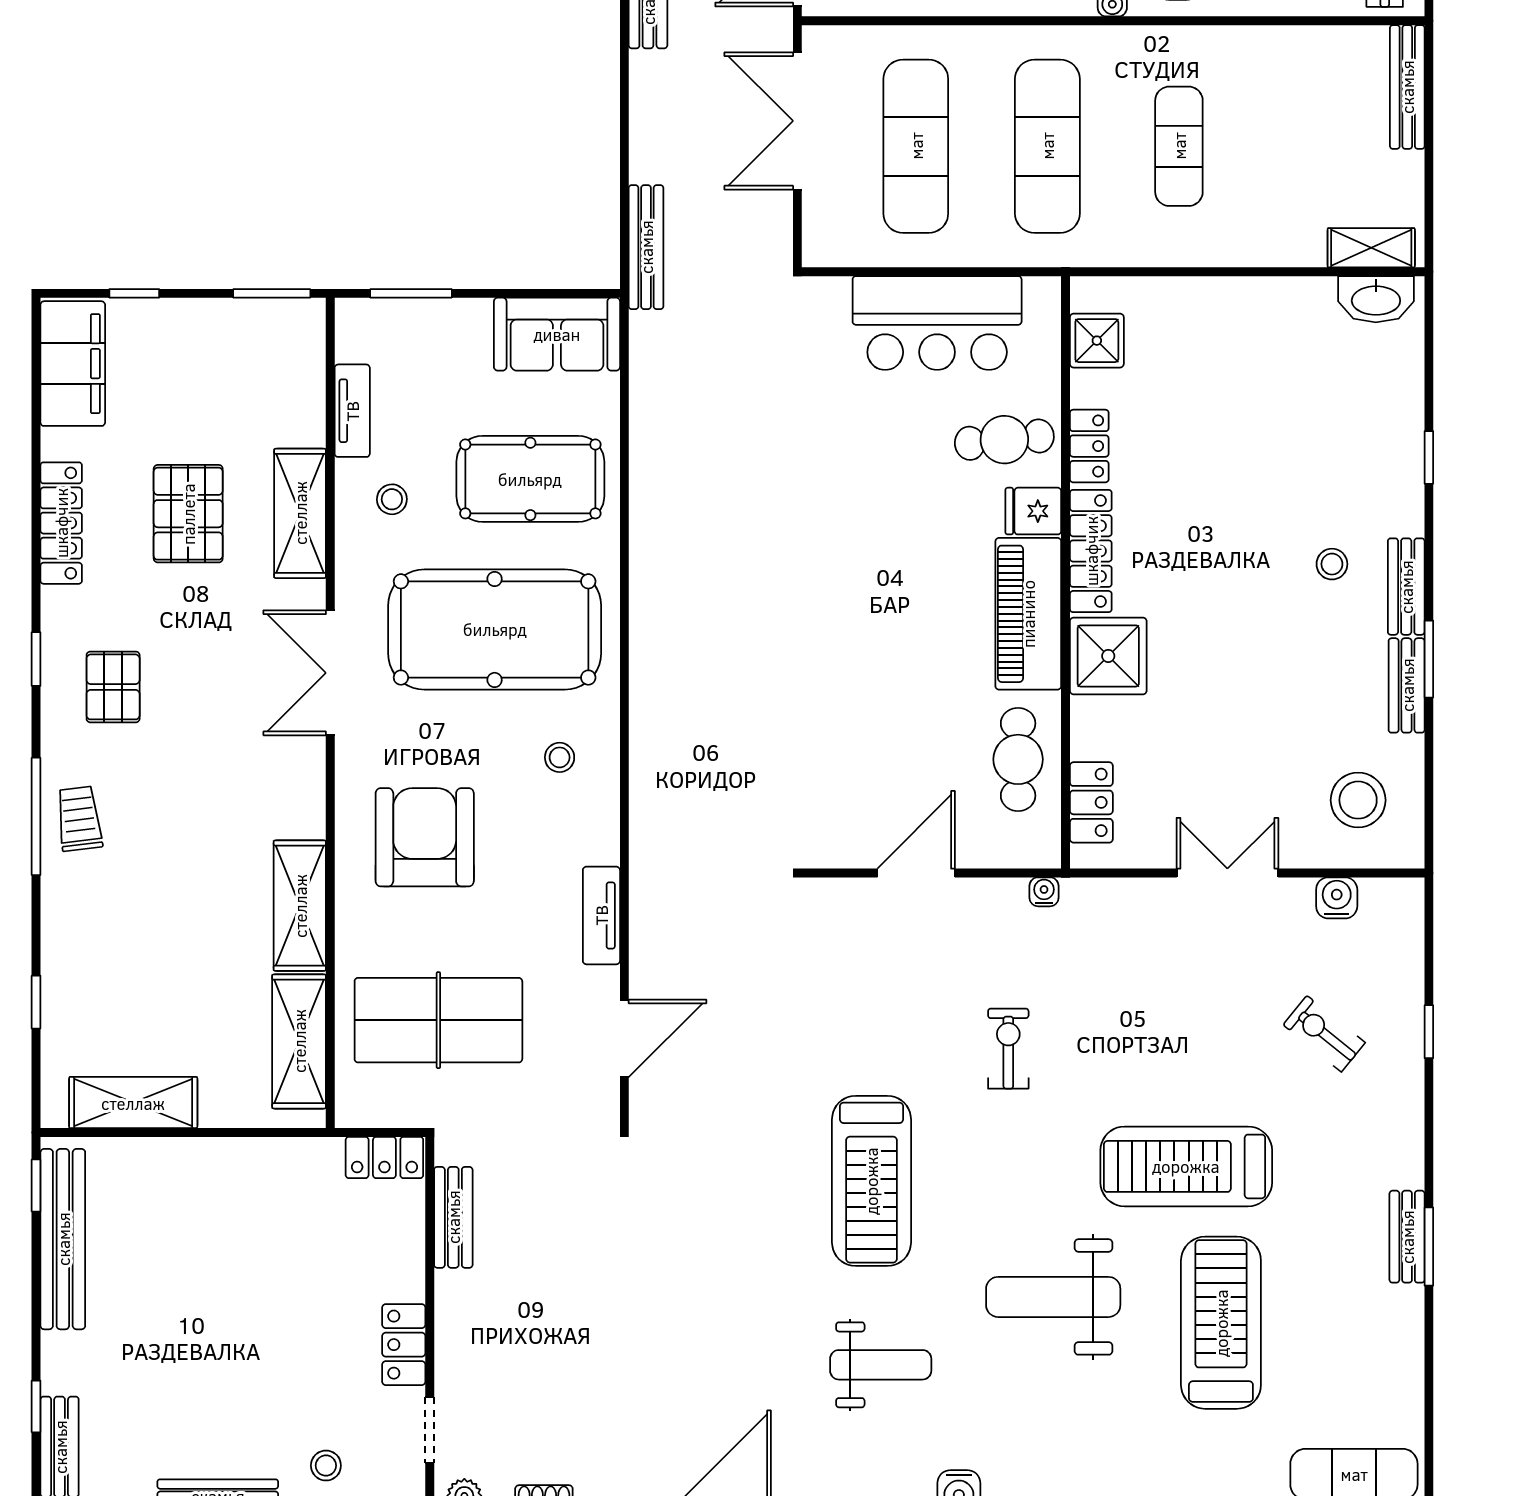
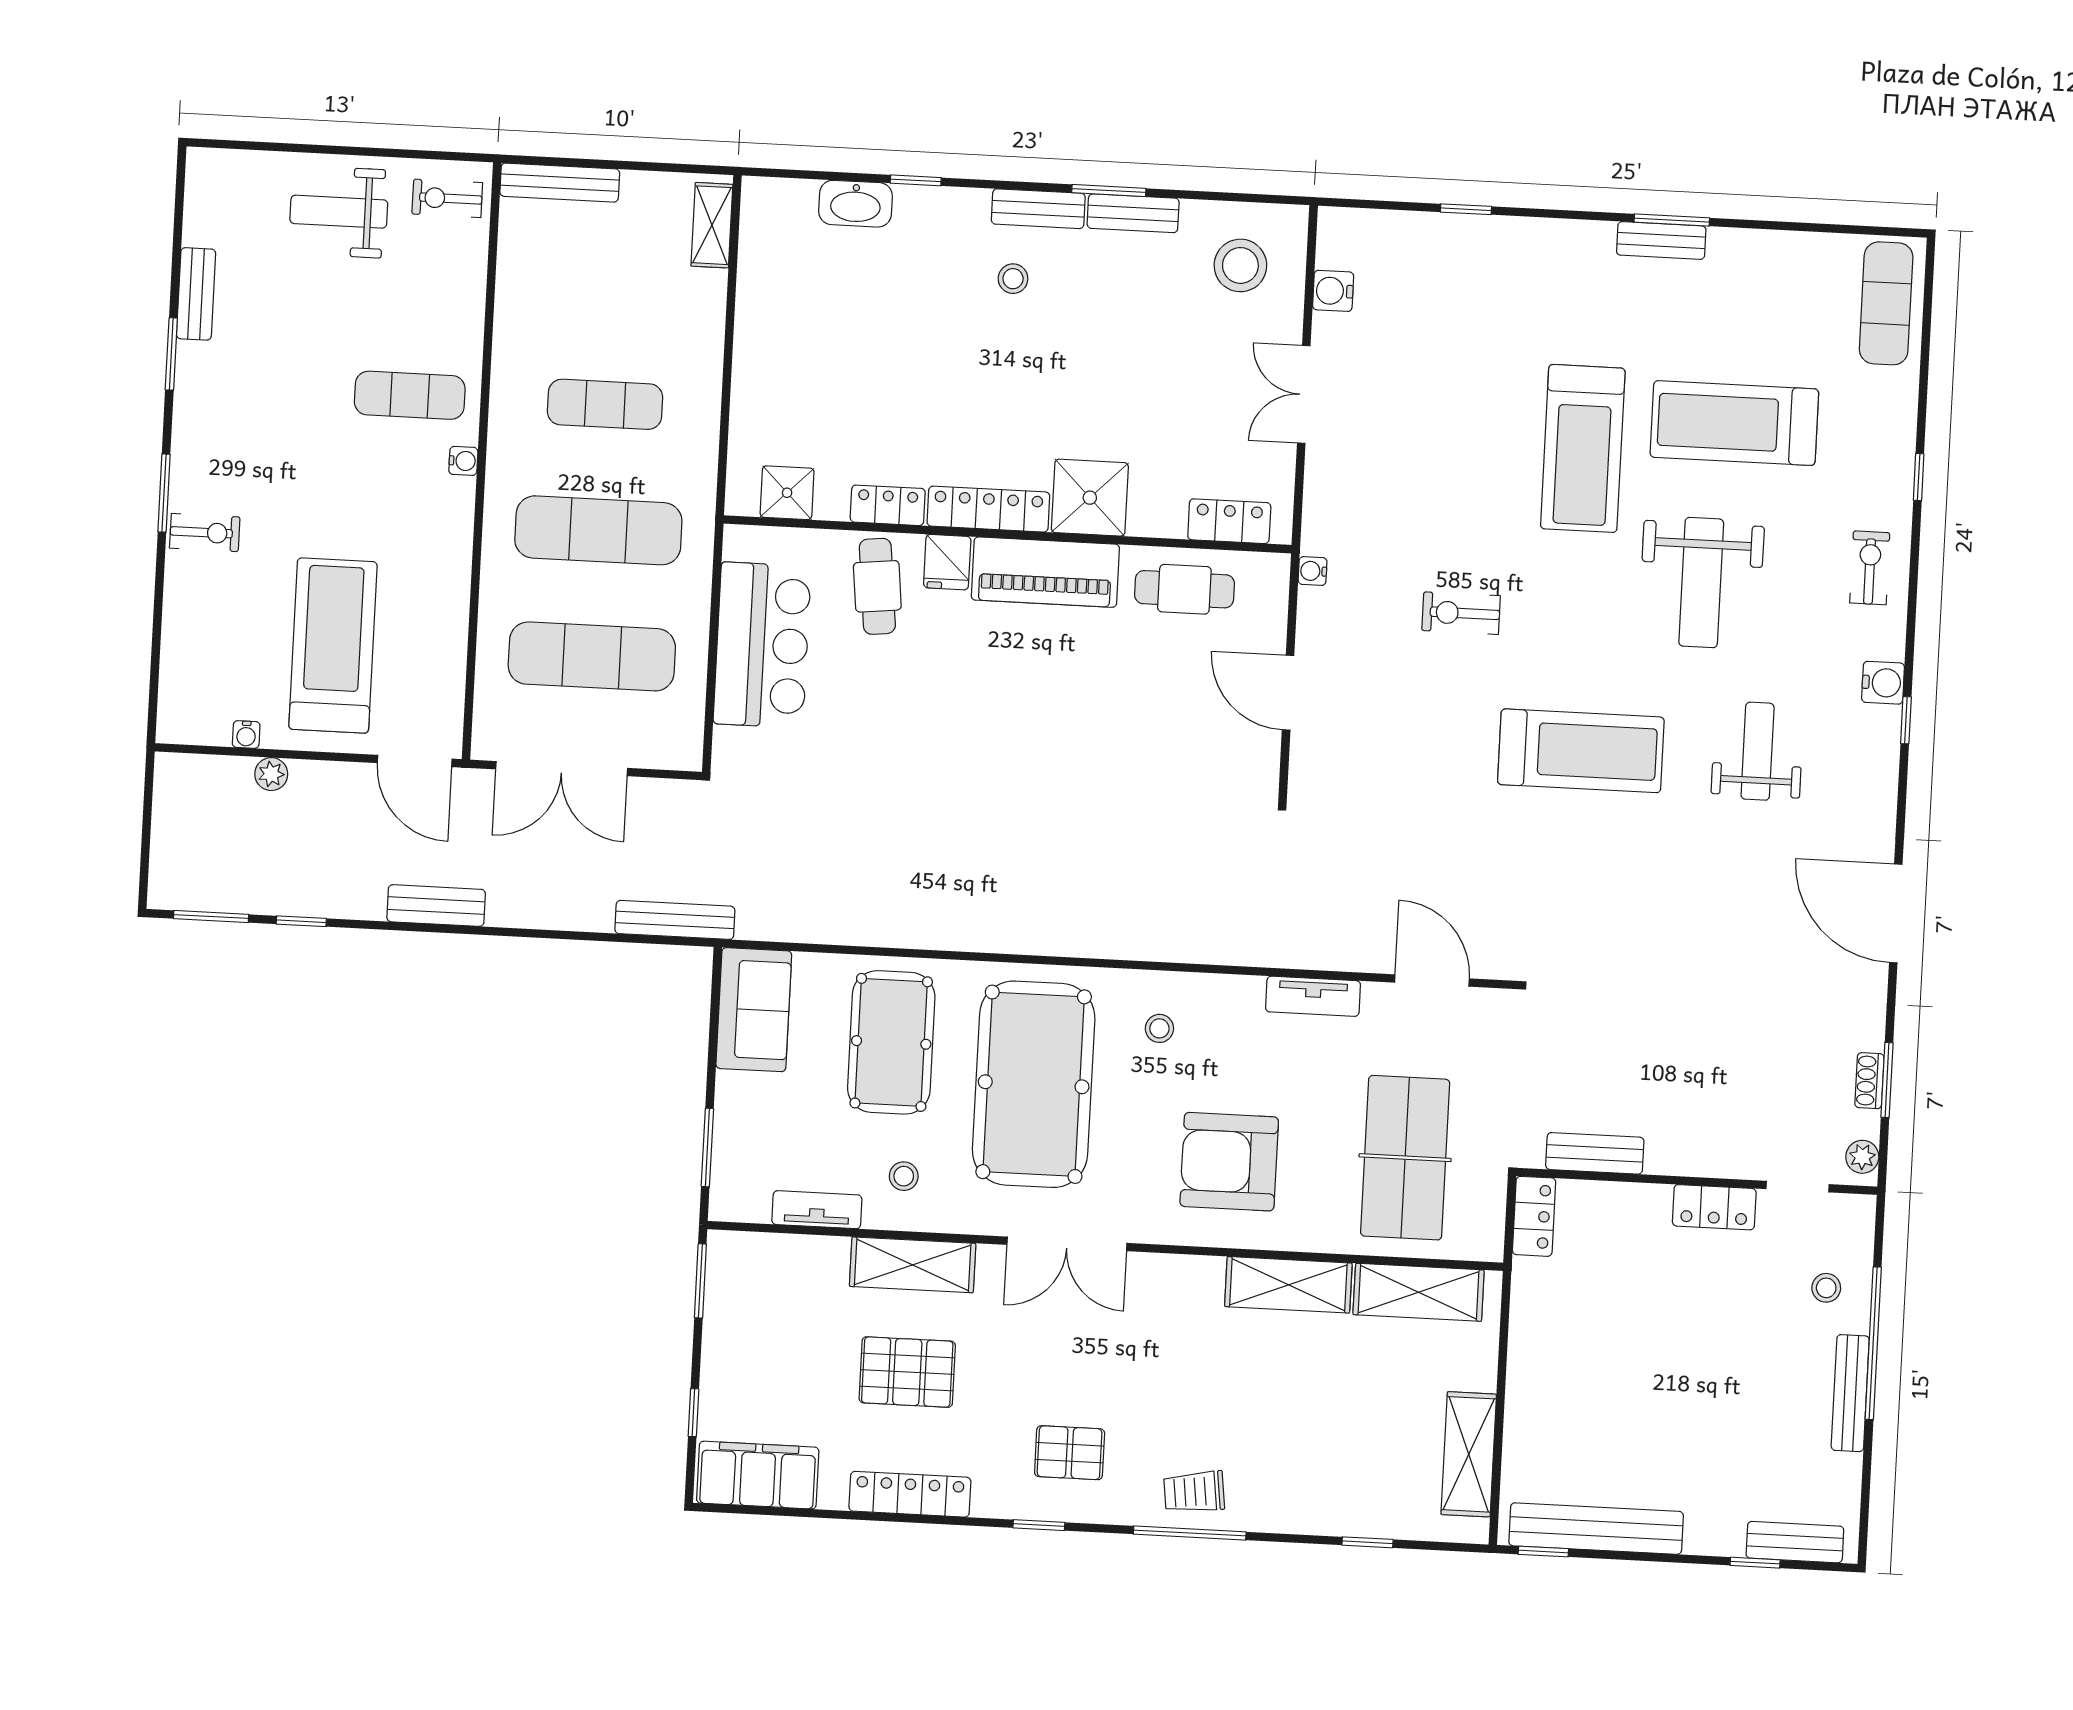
washbasin: (1376, 299) -> (856, 204), moved, turned 90
exercise bike: (1324, 1034) -> (1870, 568), moved, turned 141

